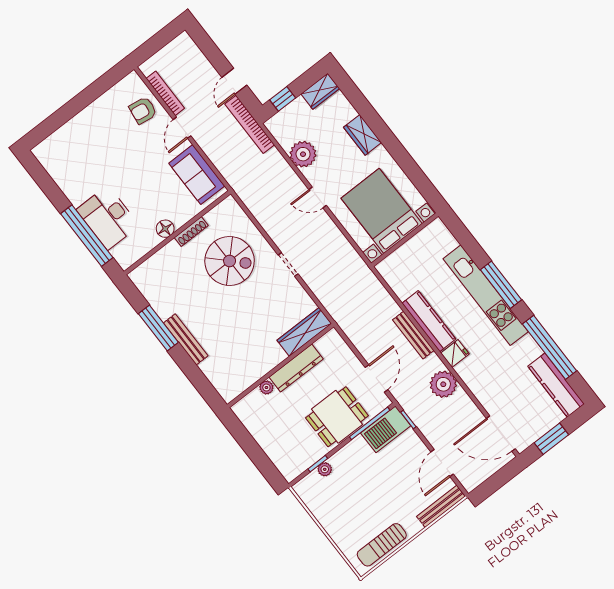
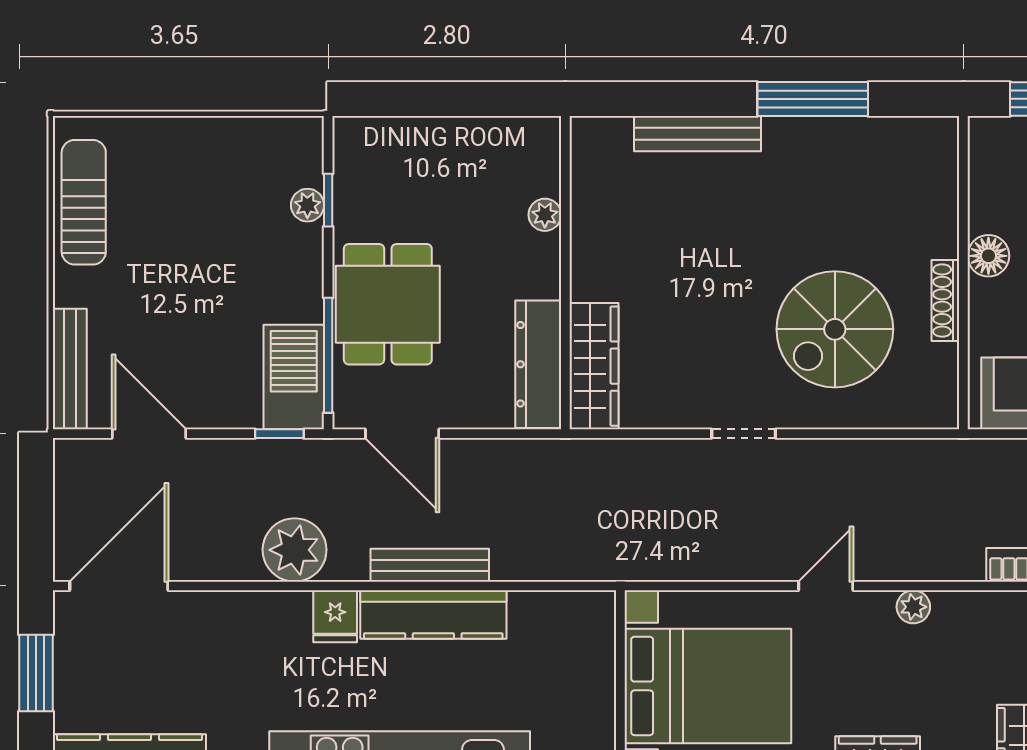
plant: (303, 154) -> (913, 607), width x0.53, depth x0.53
bench: (186, 339) -> (697, 134), moved
dresser: (296, 368) -> (538, 364), moved

